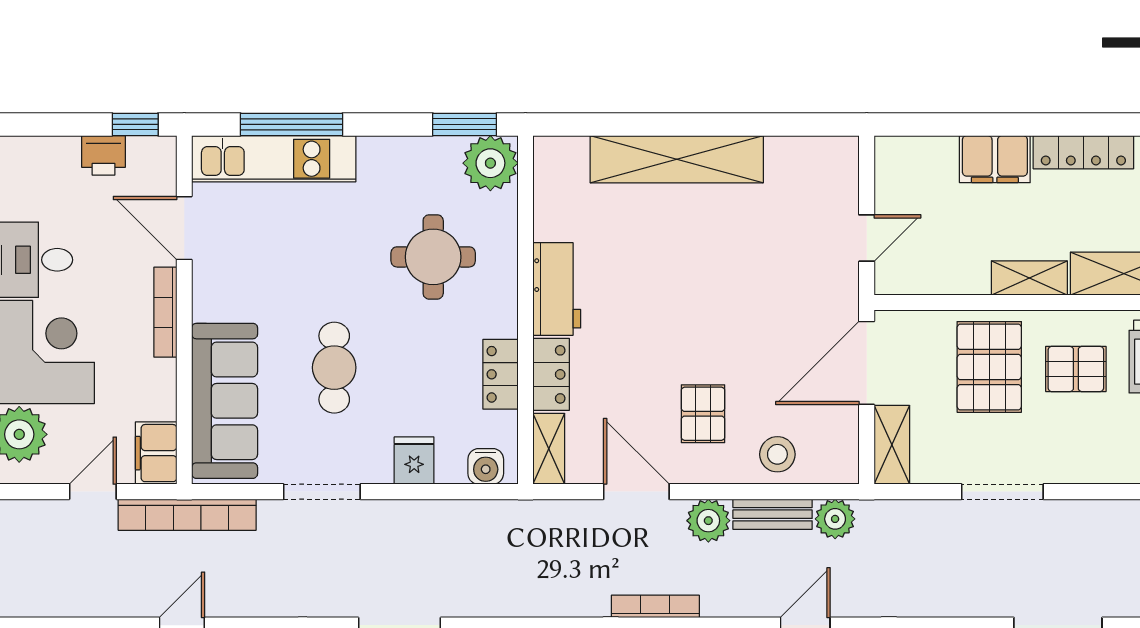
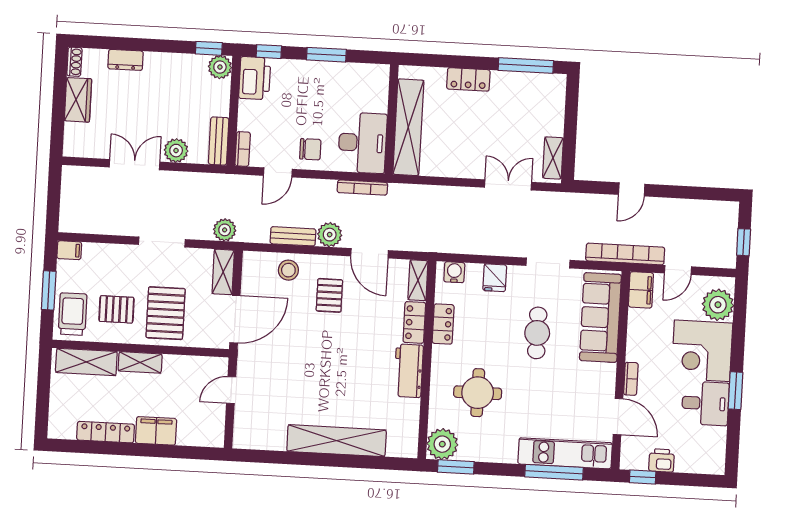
bookcase: (165, 312) -> (631, 379), width x0.64
plant: (835, 519) -> (225, 230), moved

